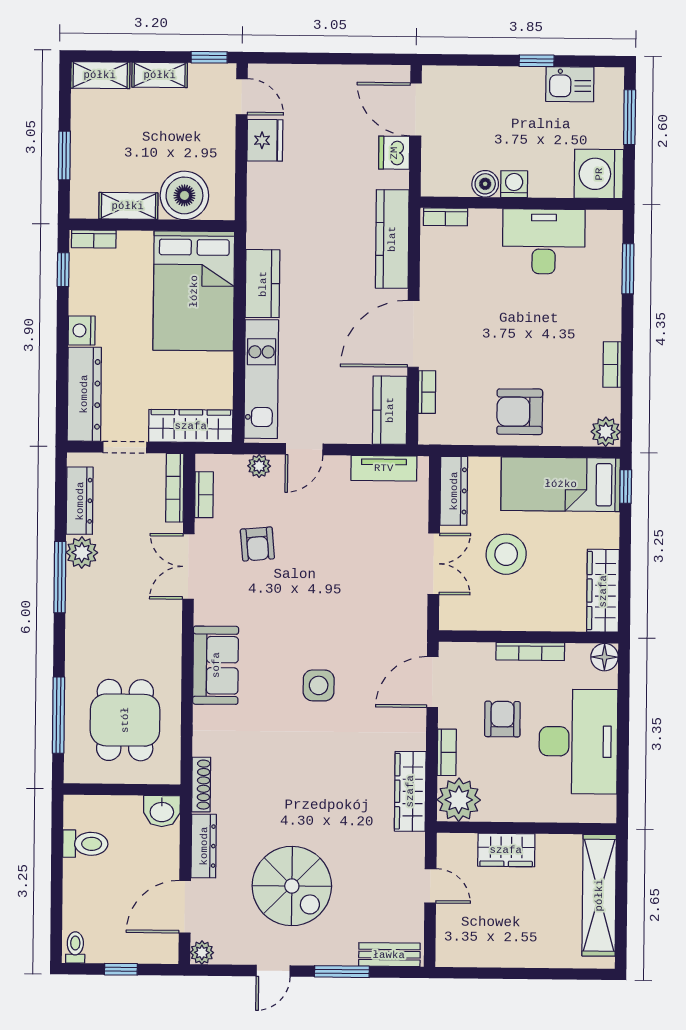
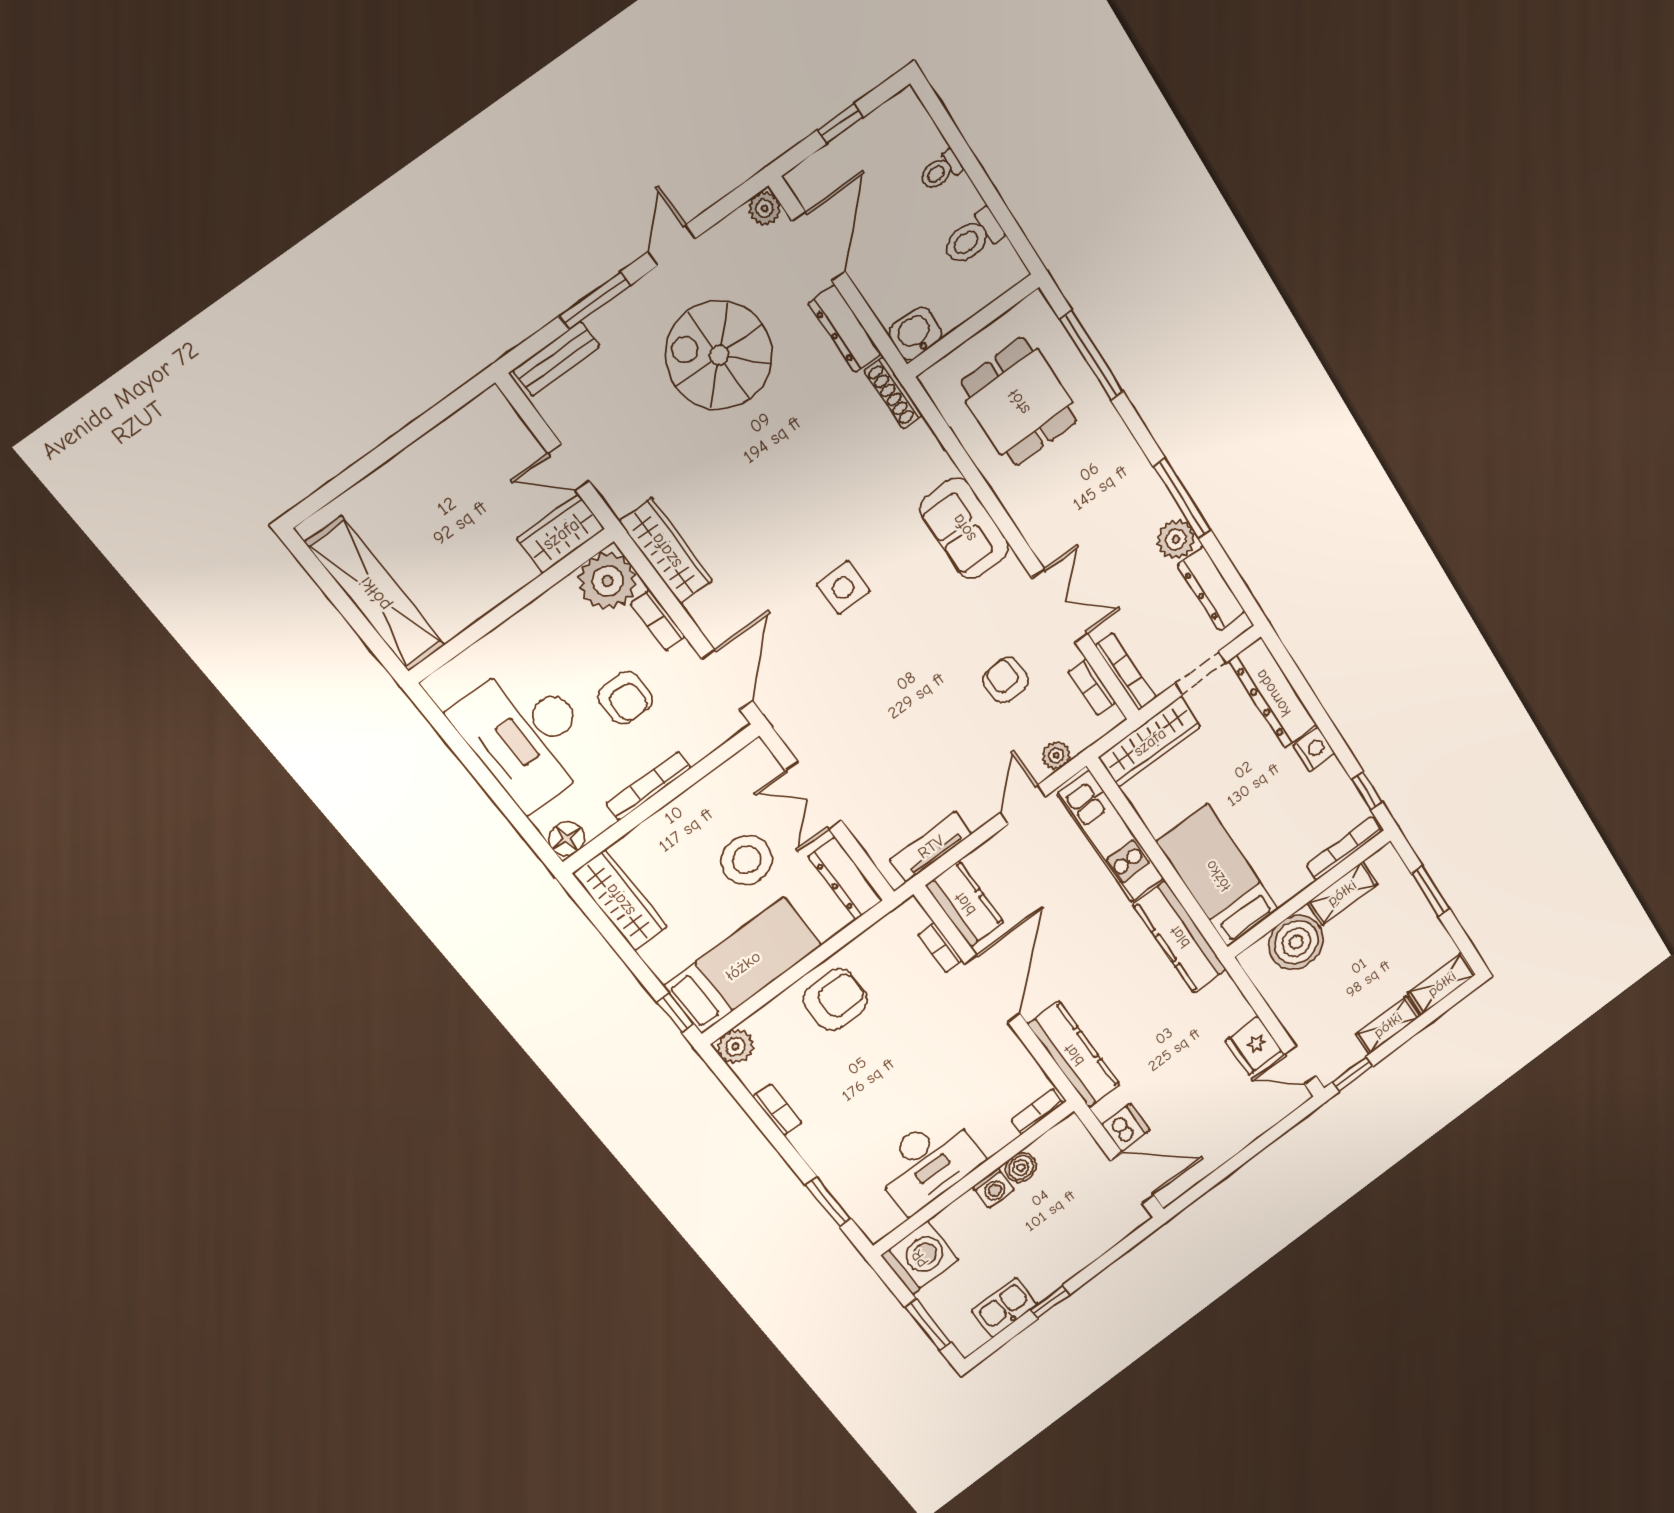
bookcase: (94, 239) -> (1344, 849), width x1.56
kitchen counter: (263, 284) -> (1180, 937), width x1.50
bed: (194, 291) -> (1218, 876), width x0.67
wardrobe: (506, 850) -> (561, 534), moved
toilet: (75, 947) -> (941, 170), moved, turned 90

